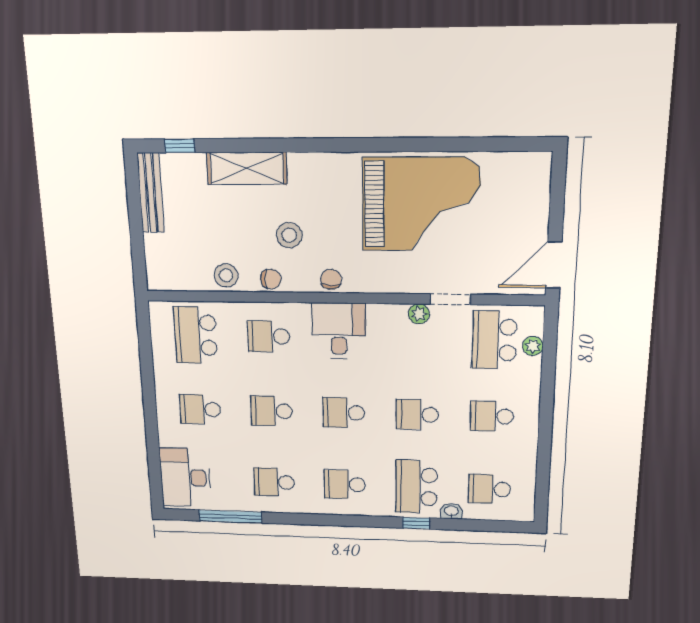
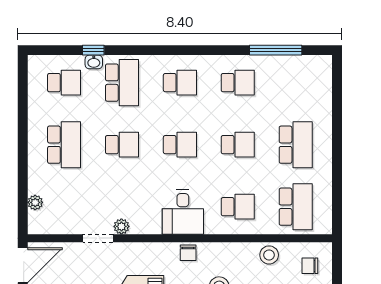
chair: (271, 279) -> (310, 266), moved
school desk: (494, 340) -> (64, 207), removed
school desk: (200, 409) -> (296, 145), width x1.85
school desk: (492, 416) -> (64, 145), width x1.85
desk: (185, 477) -> (312, 84), removed
window: (416, 523) -> (93, 50), moved

